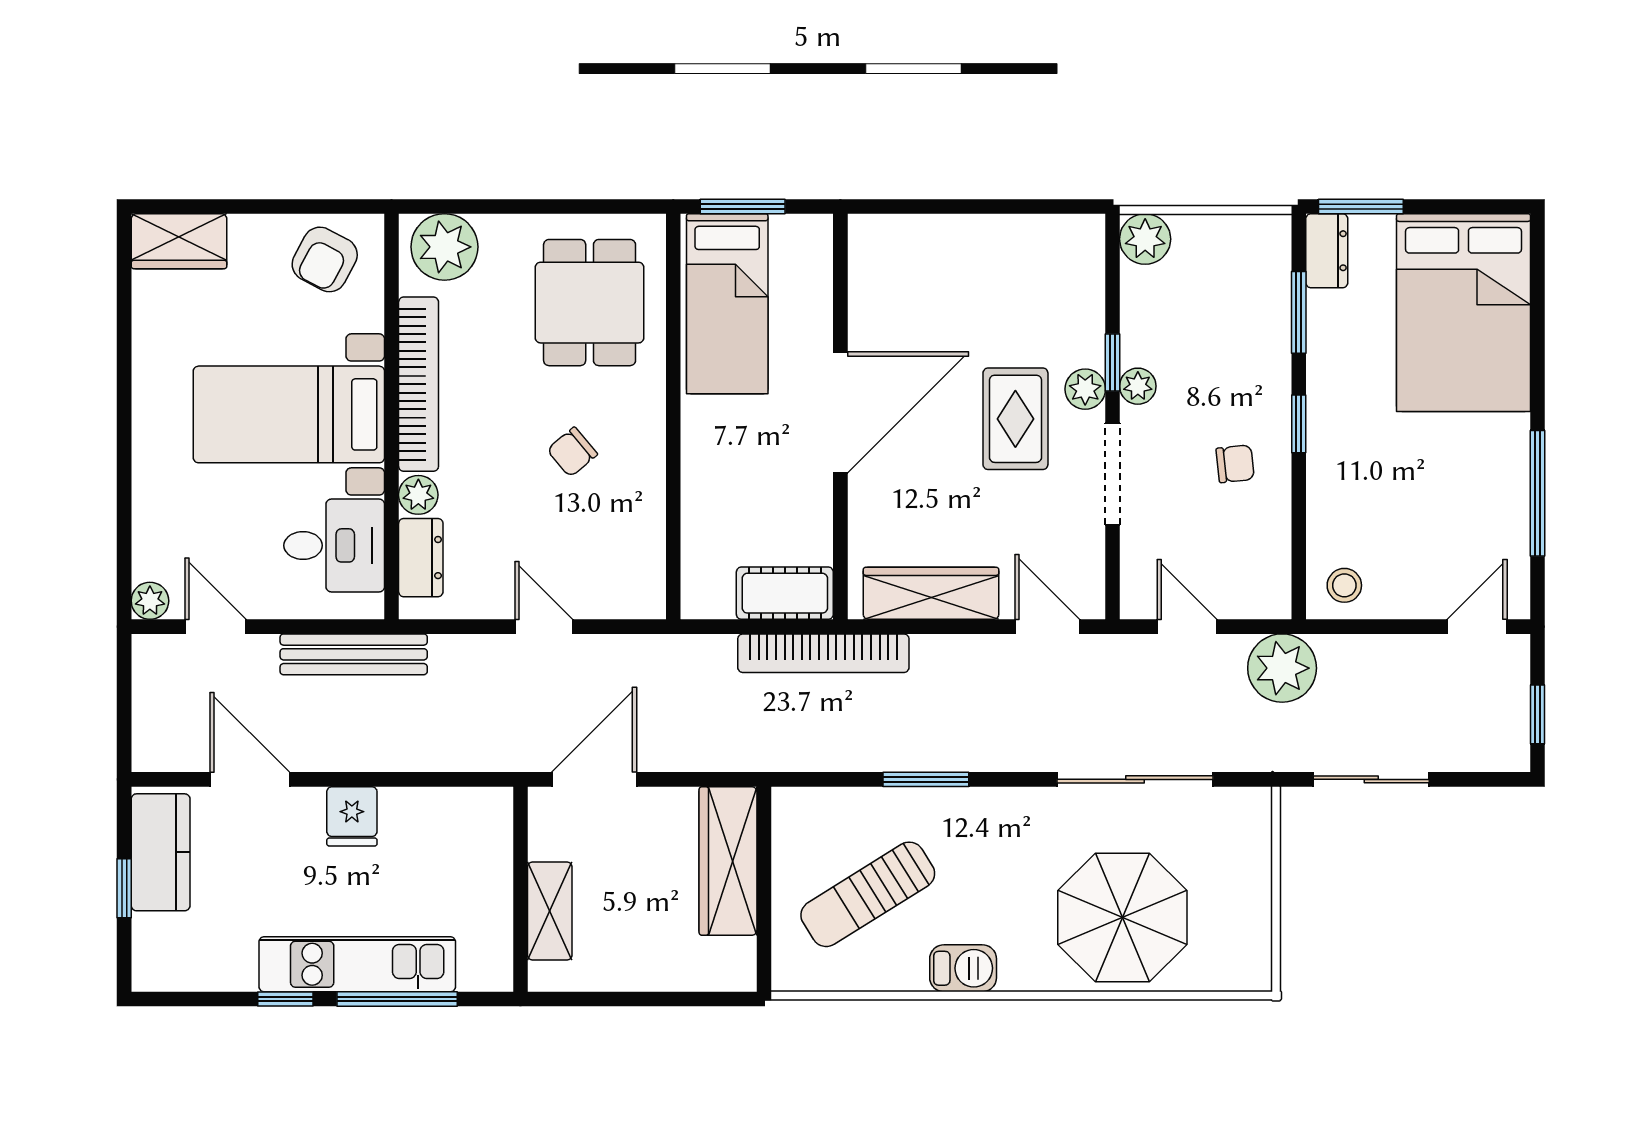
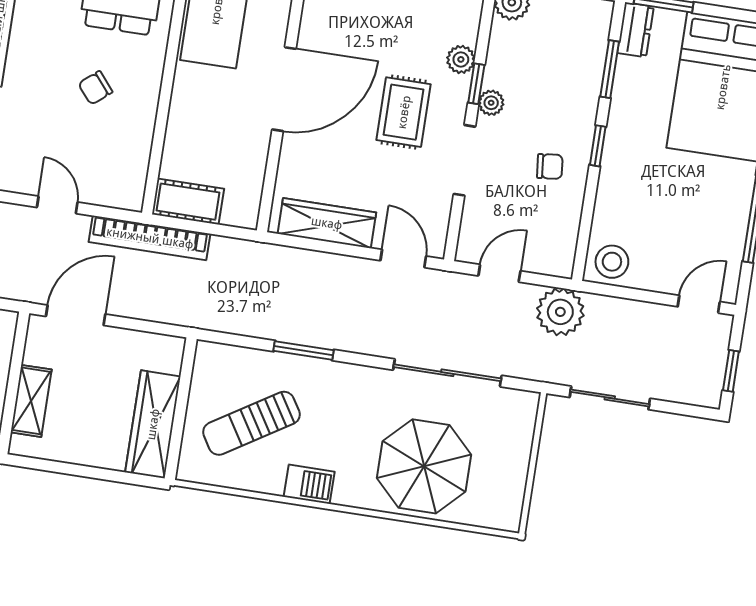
plant: (1085, 389) -> (461, 59), moved
stool: (1344, 585) -> (612, 262), width x1.37, depth x1.37
cot: (785, 593) -> (188, 202), moved
door: (1187, 627) -> (499, 273), hinge flipped
bookcase: (823, 653) -> (150, 238), moved
wardrobe: (728, 861) -> (153, 424), moved

